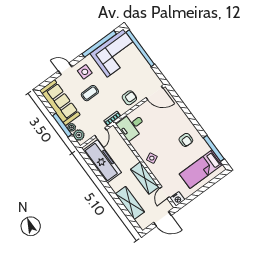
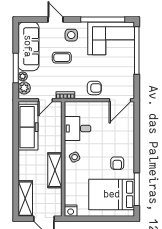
door: (154, 93) -> (120, 100), hinge flipped
desk: (132, 126) -> (77, 129), moved
bed: (201, 169) -> (112, 194), width x1.50
door: (165, 193) -> (63, 197), removed
shelving: (130, 203) -> (25, 199), moved

